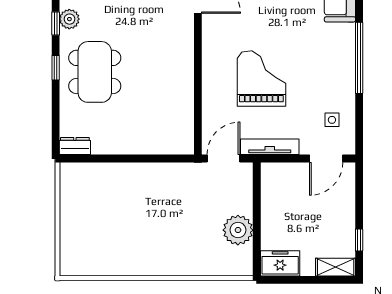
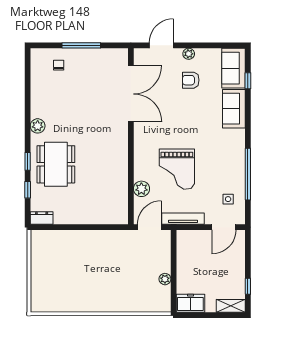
window: (56, 24) -> (28, 190), moved
window: (359, 58) -> (248, 174), moved
grand piano: (261, 79) -> (177, 169), turned 180
plant: (213, 106) -> (141, 189), added
plant: (238, 230) -> (165, 279), width x0.53, depth x0.53

